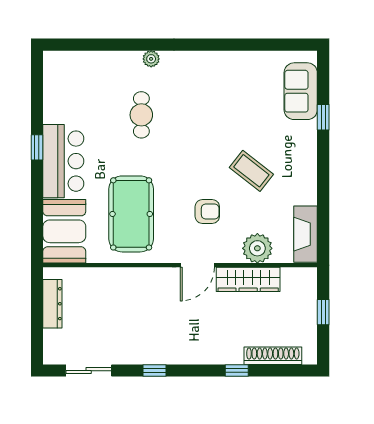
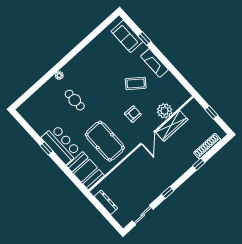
fireplace: (306, 234) -> (154, 63), moved

